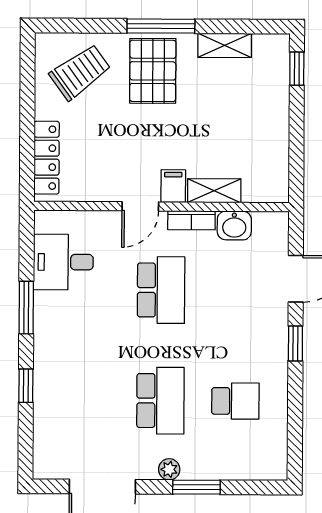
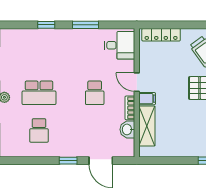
shelving: (214, 191) -> (147, 126), width x1.50, depth x1.33
desk: (63, 262) -> (120, 45), moved, turned 90
school desk: (161, 290) -> (95, 93), width x0.54

